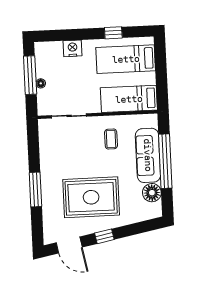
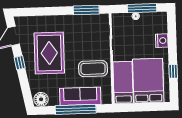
bed: (126, 59) -> (148, 81), width x1.50
coffee table: (111, 139) -> (93, 69), width x1.86, depth x1.72
window: (35, 190) -> (86, 10), moved
floor lamp: (152, 193) -> (41, 99), moved

